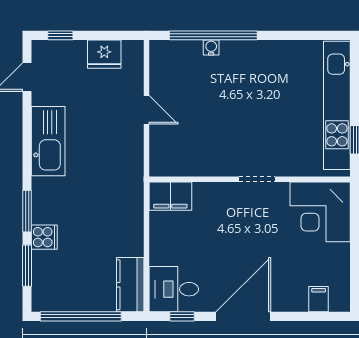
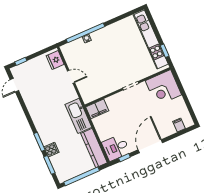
fridge: (104, 54) -> (55, 60), moved, turned 90
kitchen sink: (48, 141) -> (78, 116), moved, turned 180
kitchen counter: (130, 285) -> (94, 148), width x1.50

